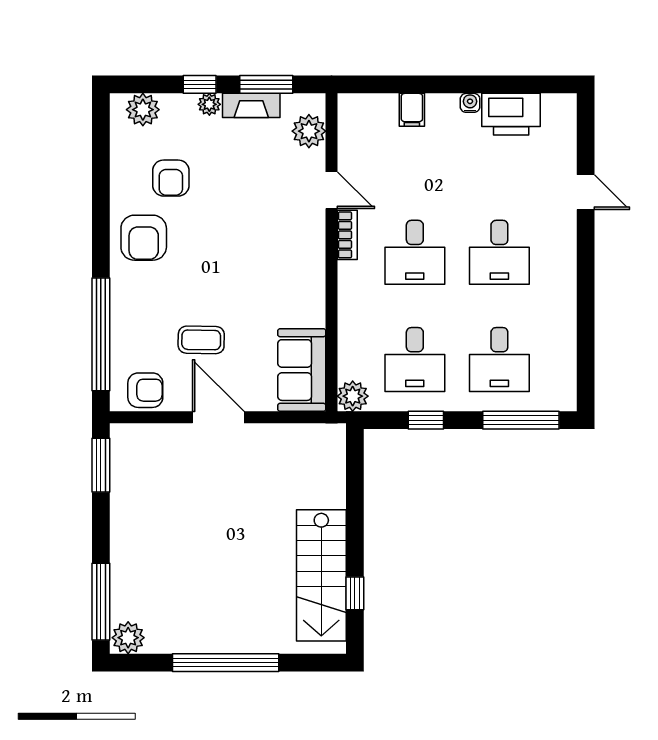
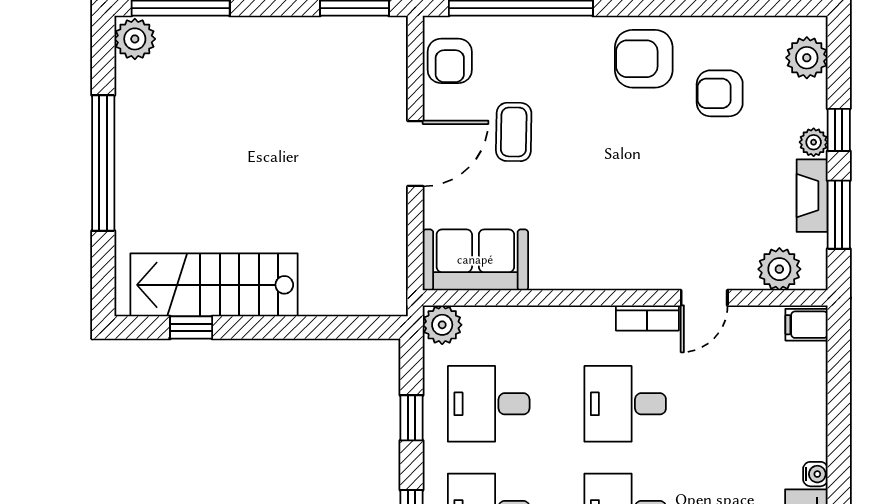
filing cabinet: (412, 110) -> (806, 325), moved

